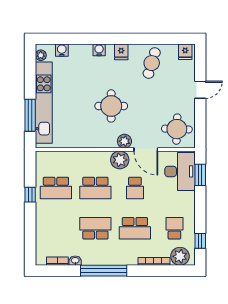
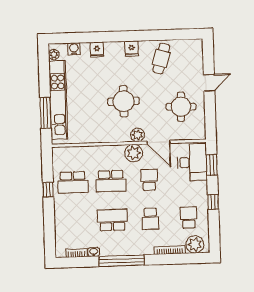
water cooler: (99, 50) -> (110, 47), removed
fridge: (185, 52) -> (97, 50), moved
round table: (177, 129) -> (181, 107), moved
school desk: (135, 188) -> (149, 180), turned 180
school desk: (135, 228) -> (150, 219), width x0.54
window: (200, 241) -> (213, 202), moved

